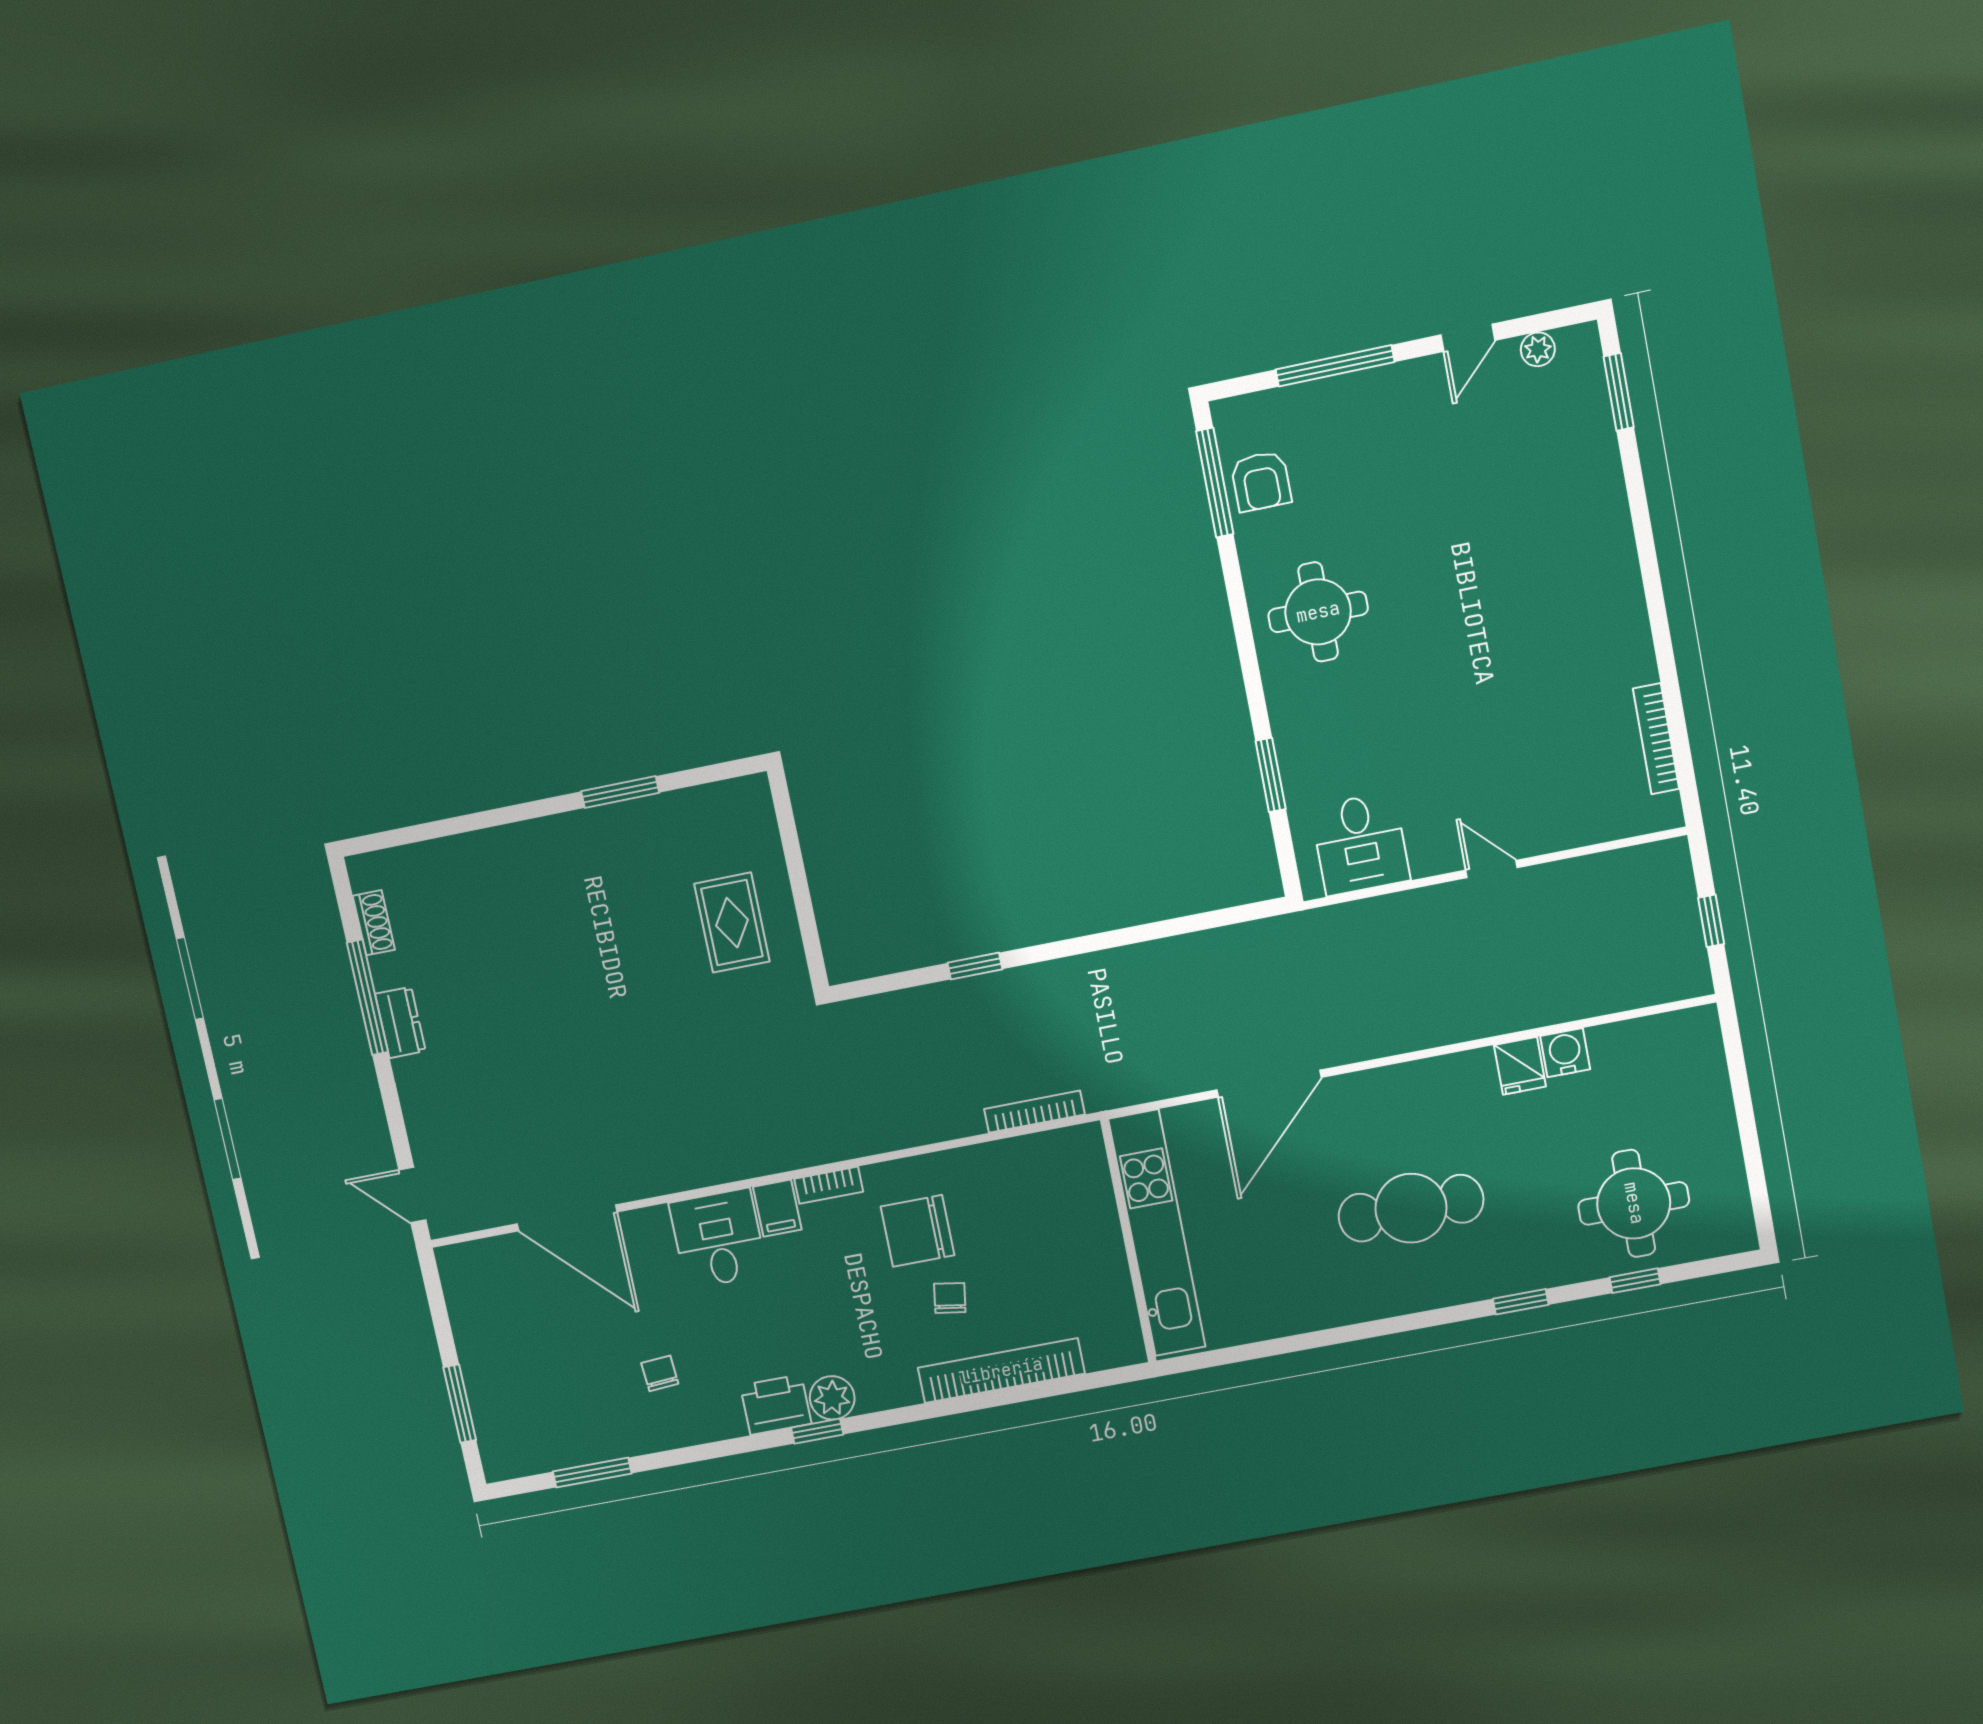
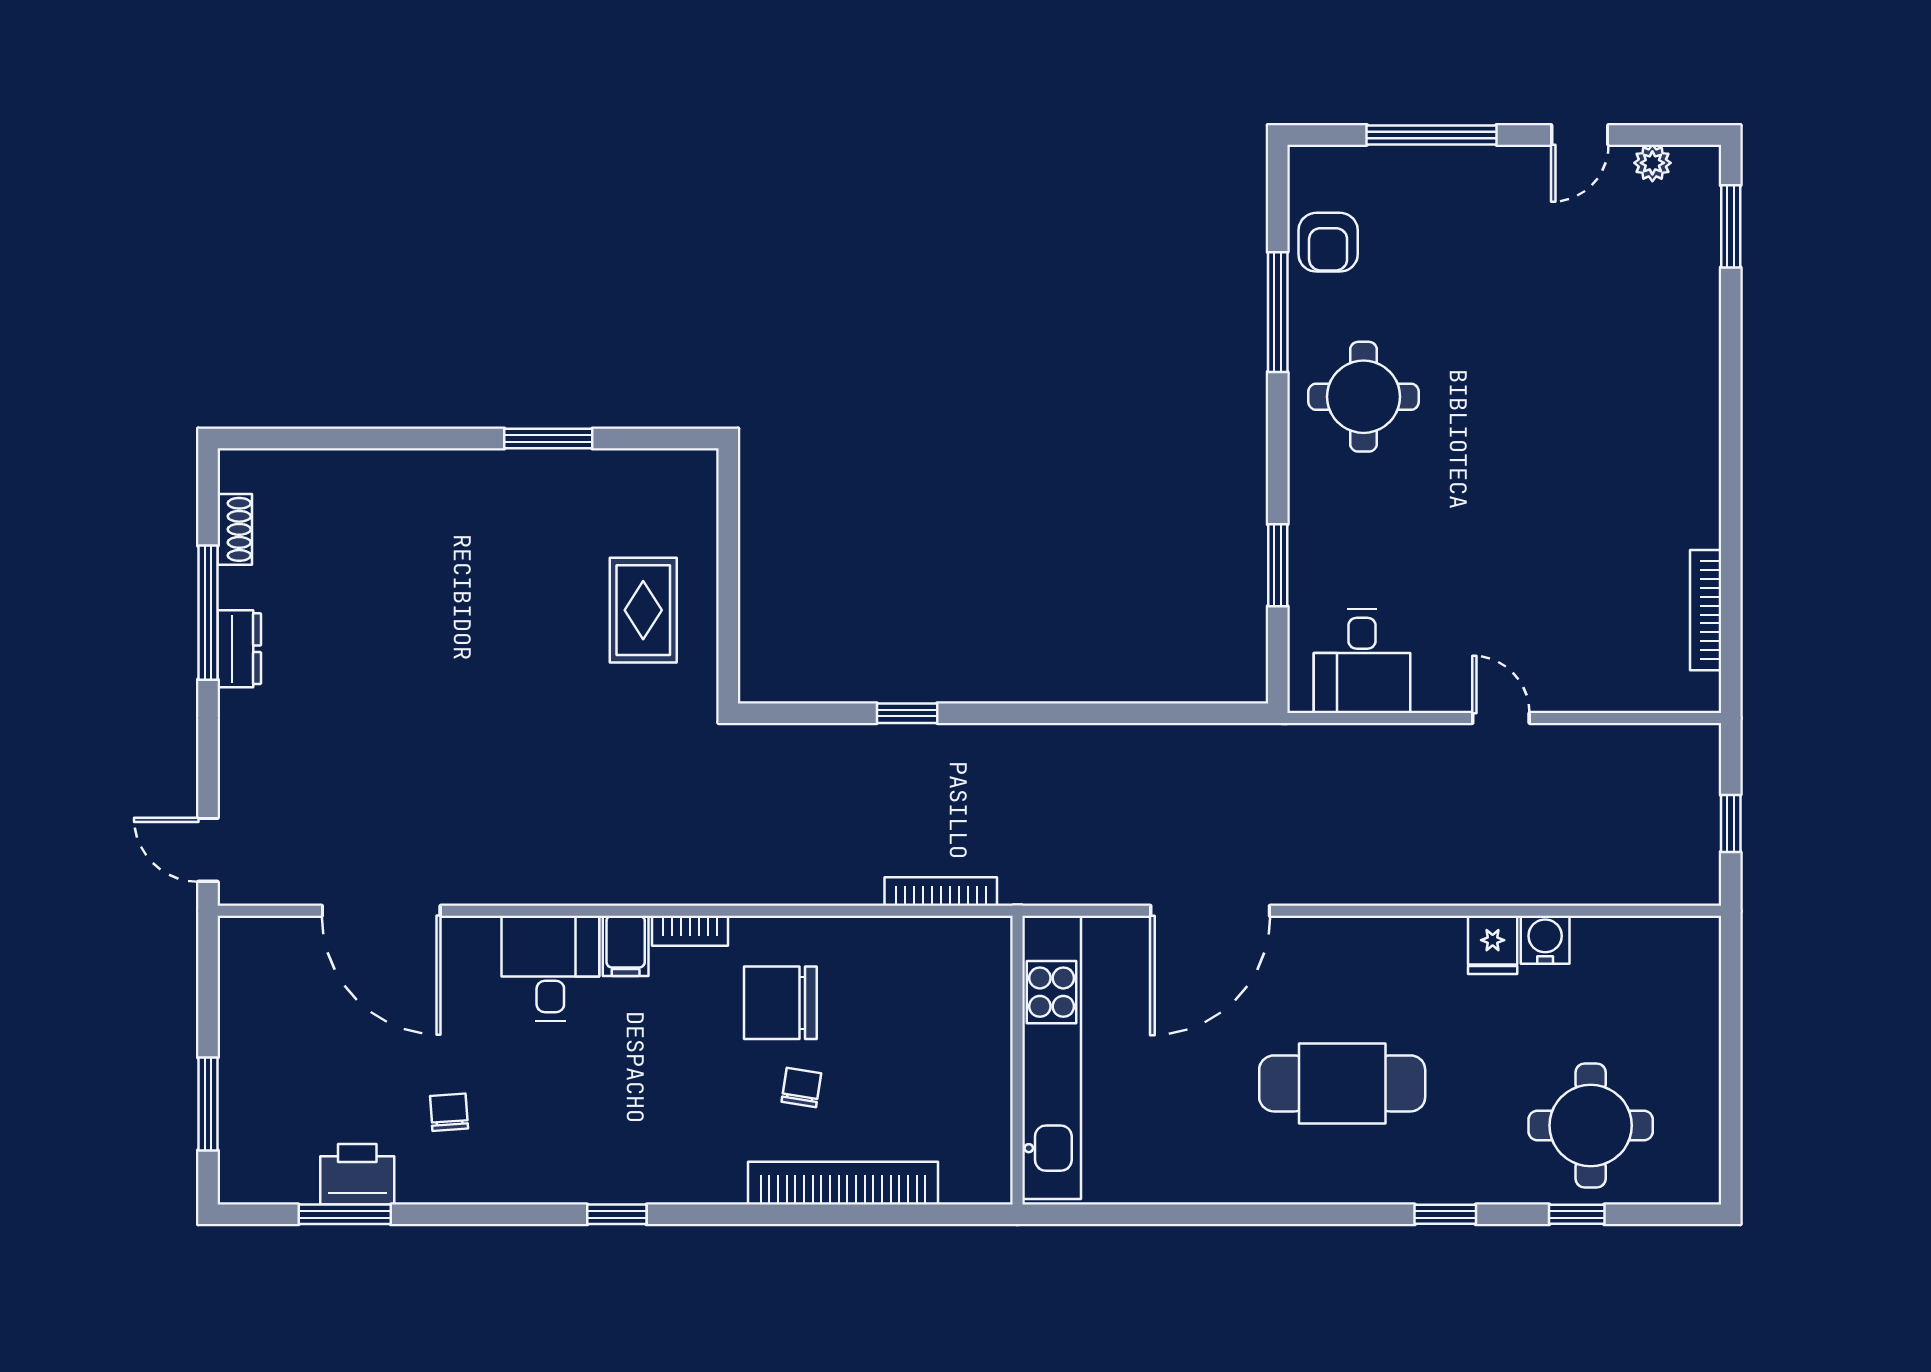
window: (1215, 483) -> (1278, 312), moved
plant: (832, 1398) -> (642, 1179), removed
printer: (776, 1405) -> (357, 1174), moved

